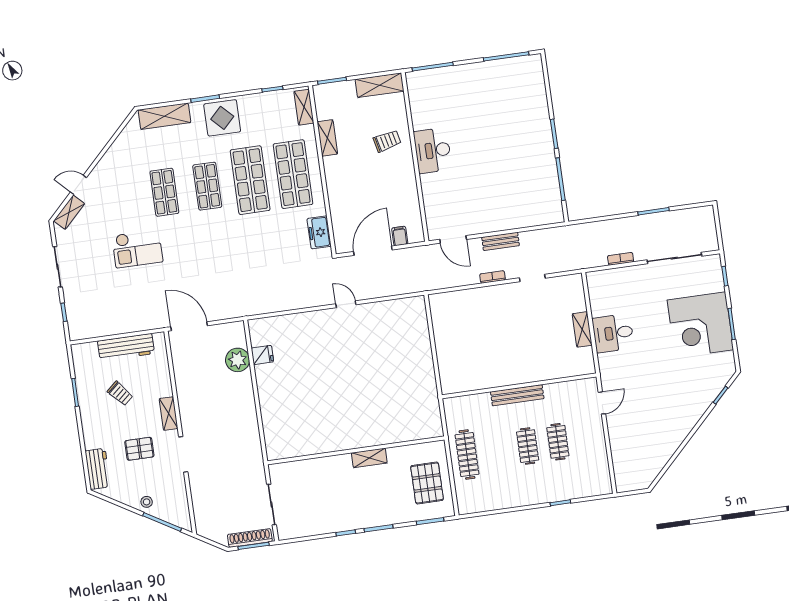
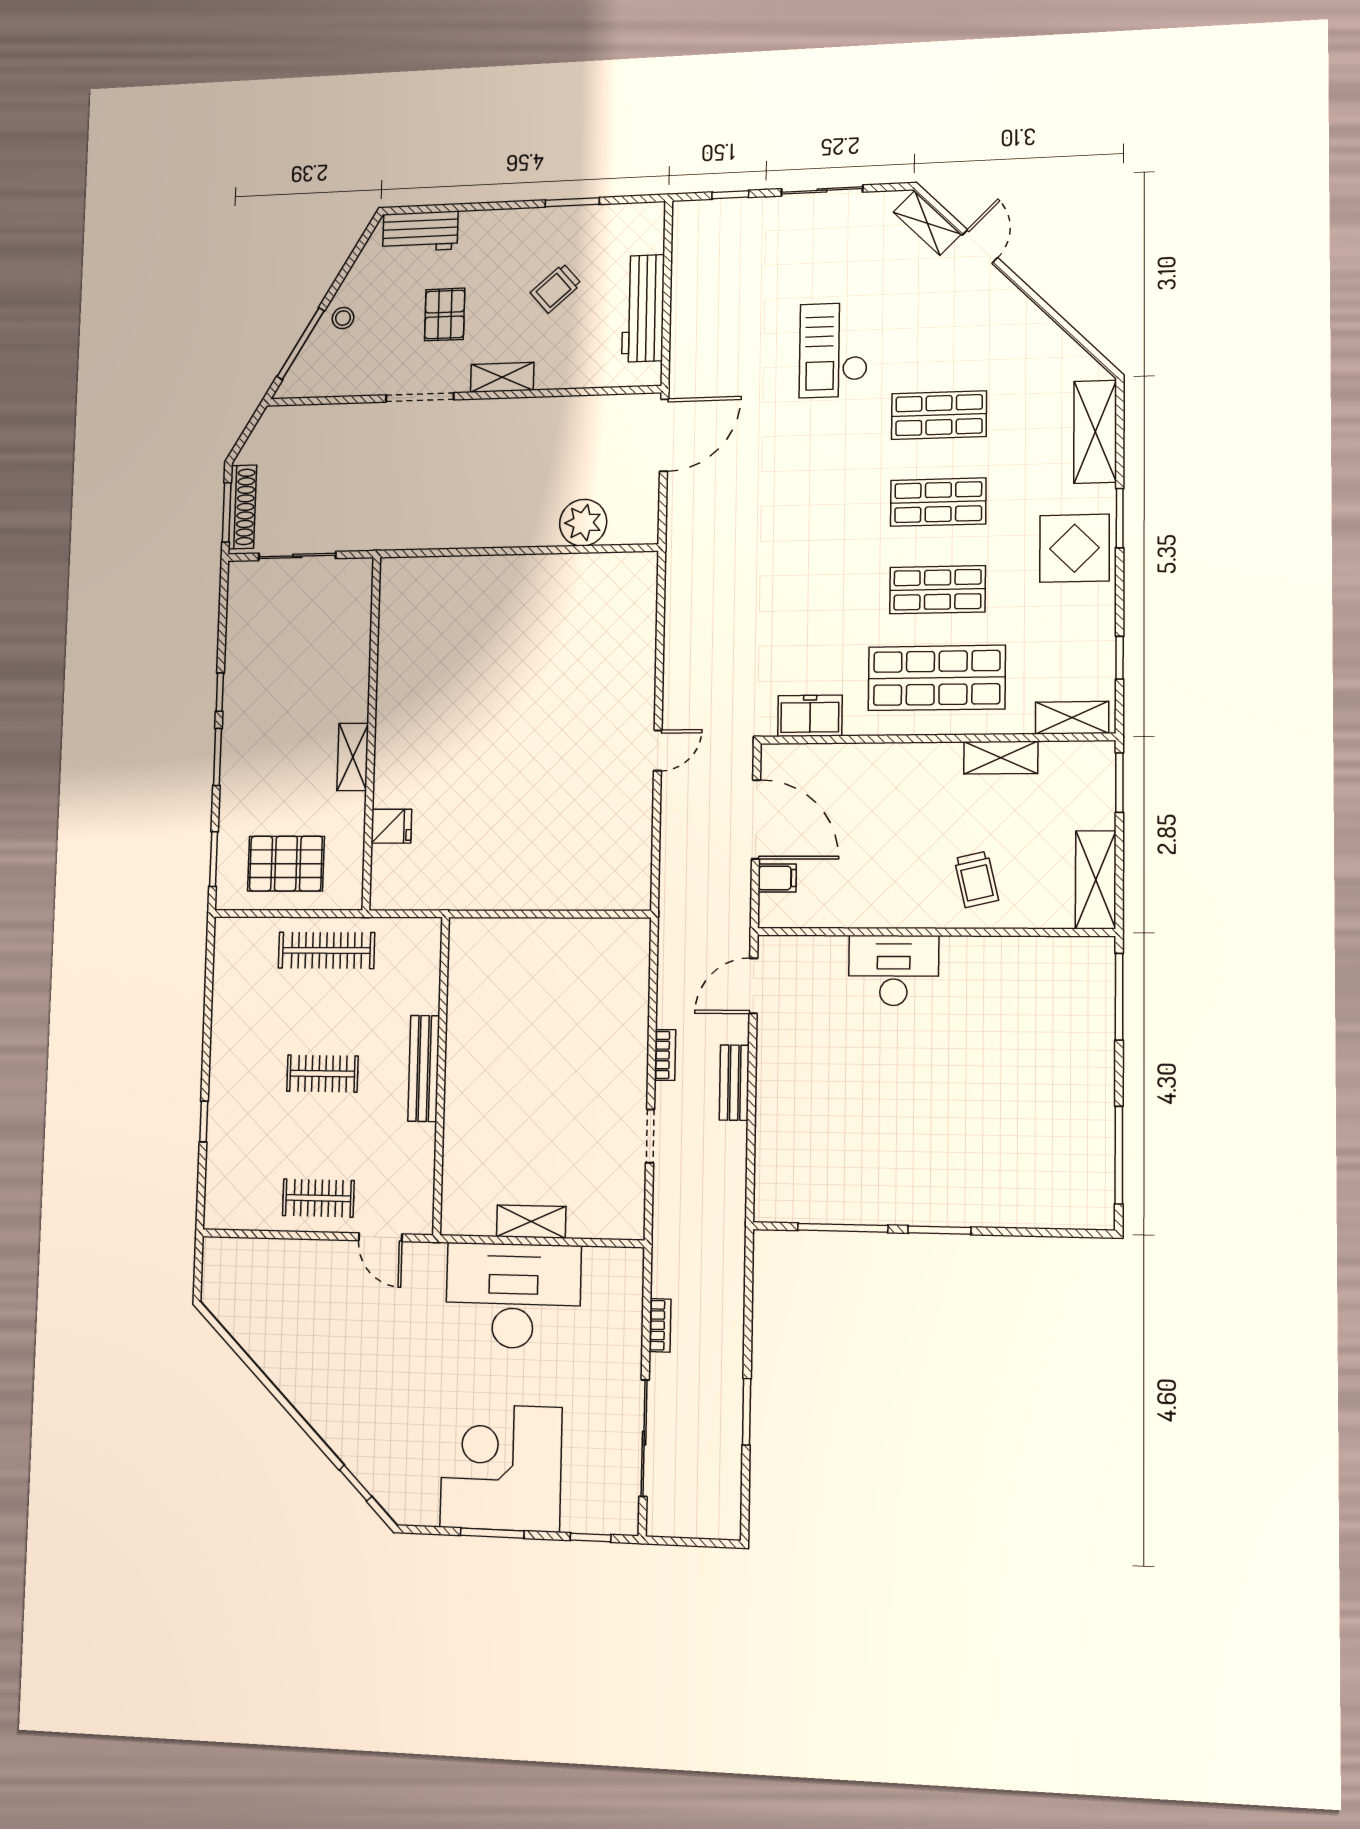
desk: (433, 151) -> (894, 970), moved
shop shelf: (250, 180) -> (937, 590), width x0.70, depth x0.74
desk: (613, 333) -> (513, 1296), width x1.87, depth x1.30
fridge: (262, 355) -> (391, 826), moved, turned -90
clothes rail: (558, 442) -> (318, 1198), moved

